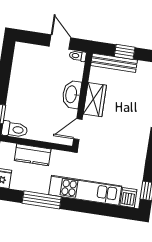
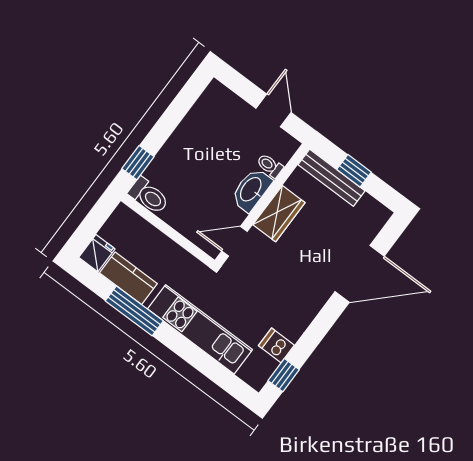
toilet: (78, 56) -> (270, 166), moved
kitchen counter: (33, 155) -> (128, 278), moved, turned 180
dishwasher: (128, 198) -> (276, 345), moved, turned -90

